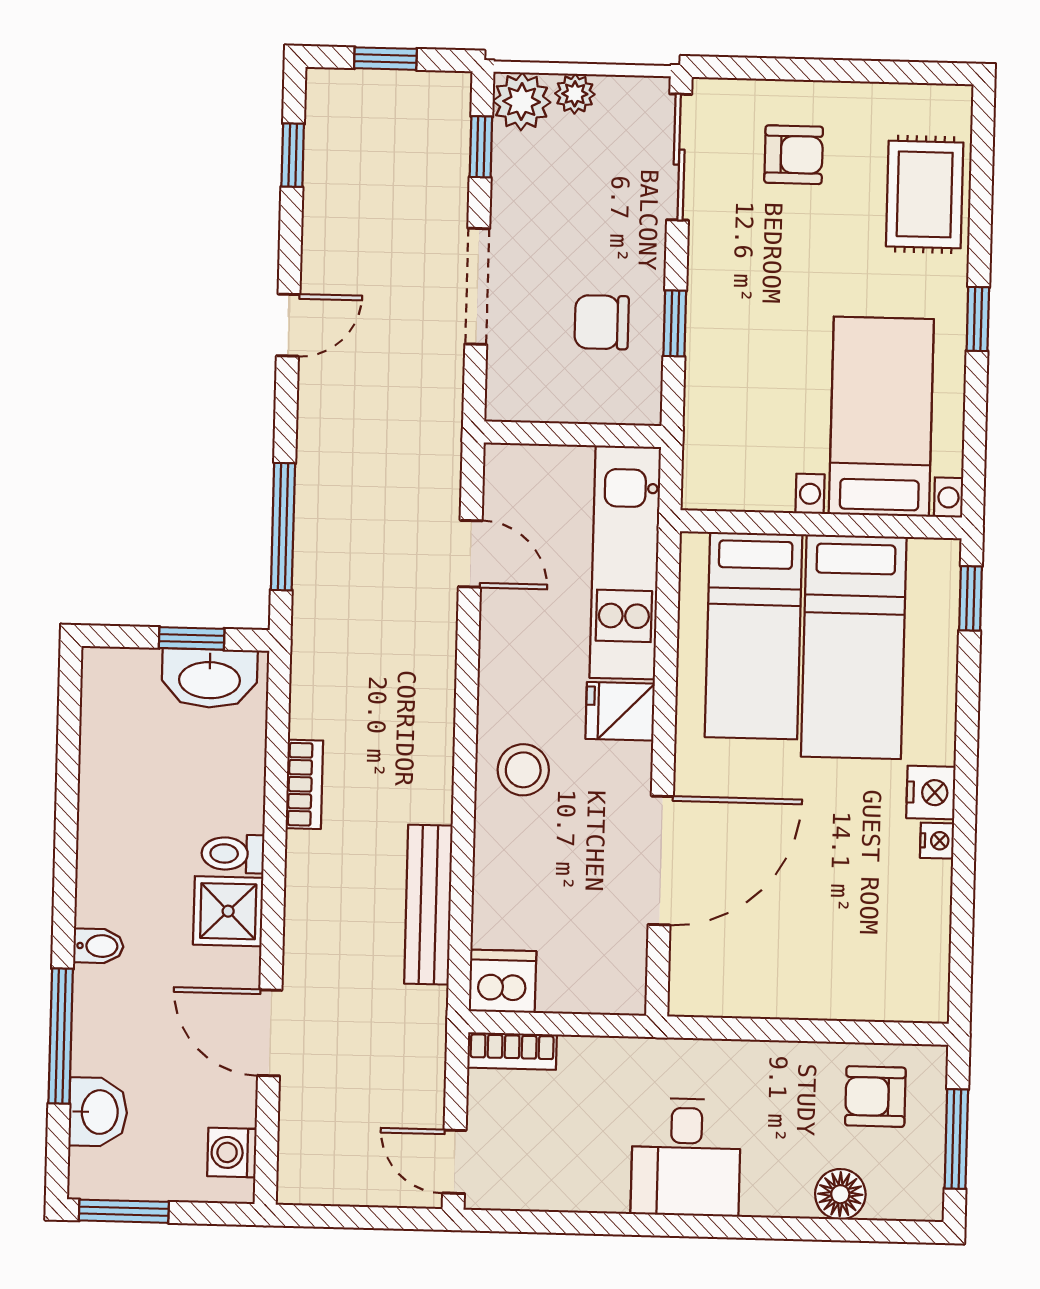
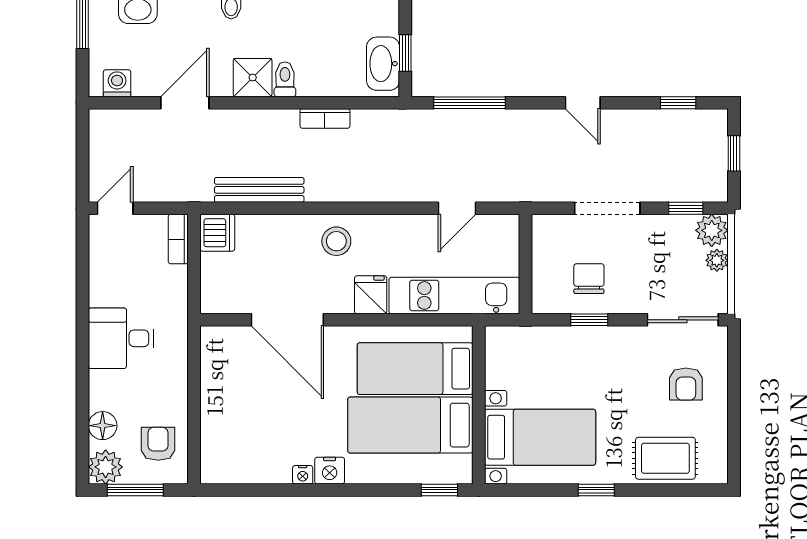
plant: (914, 1191) -> (106, 467), added

